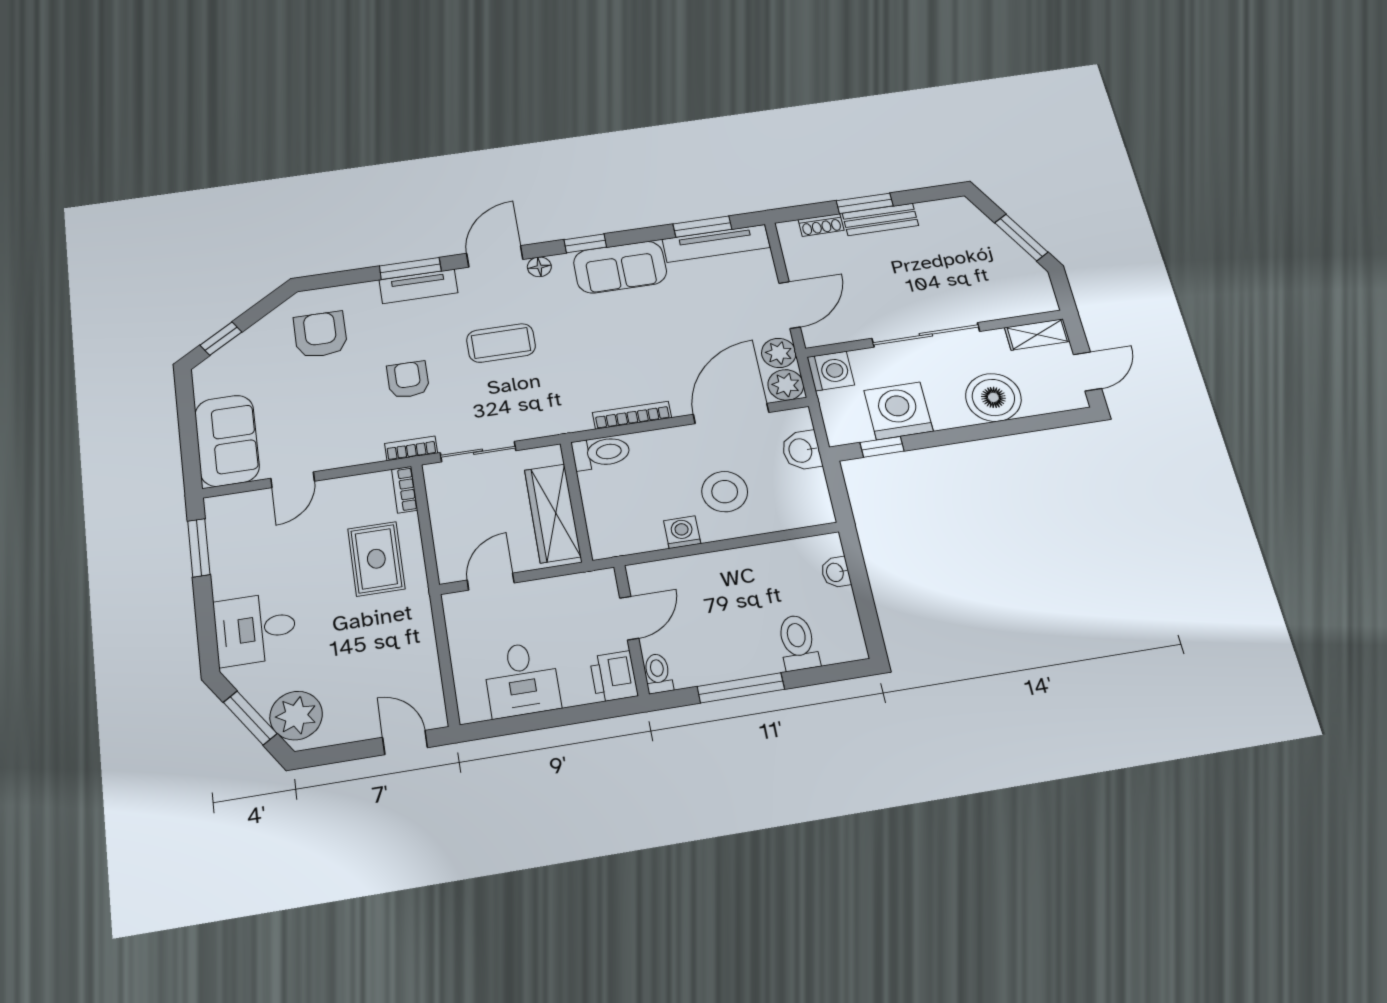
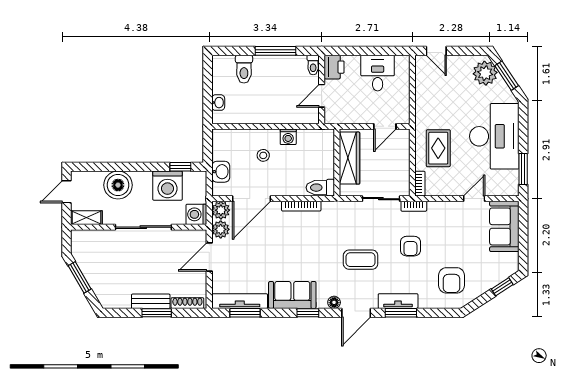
shoe rack: (821, 225) -> (187, 303), width x1.43
stool: (725, 492) -> (263, 155), width x0.53, depth x0.53
desk: (255, 629) -> (494, 136), width x1.87, depth x1.30

